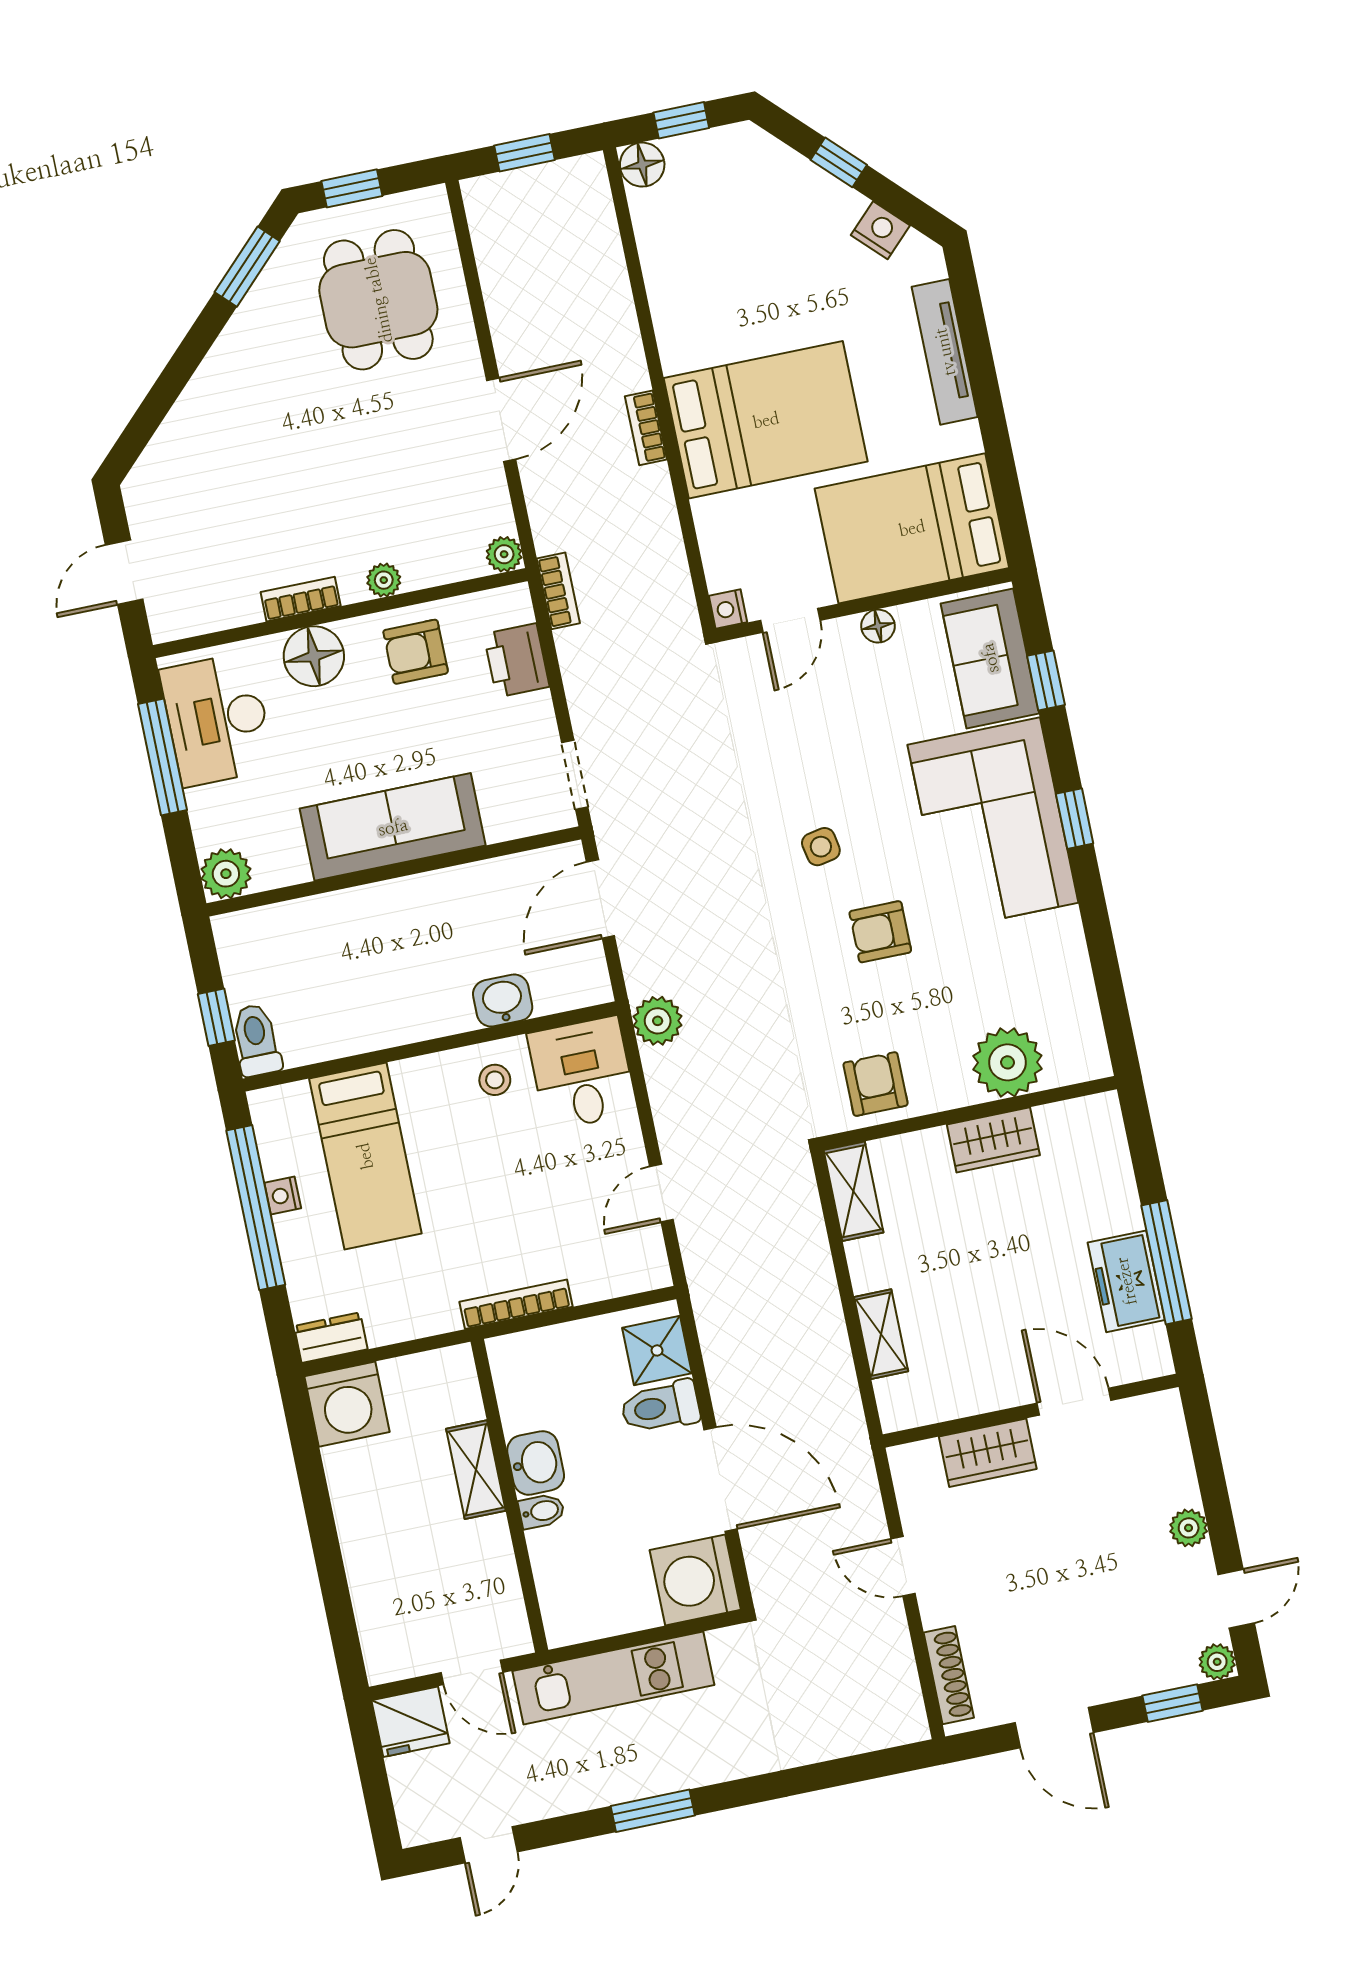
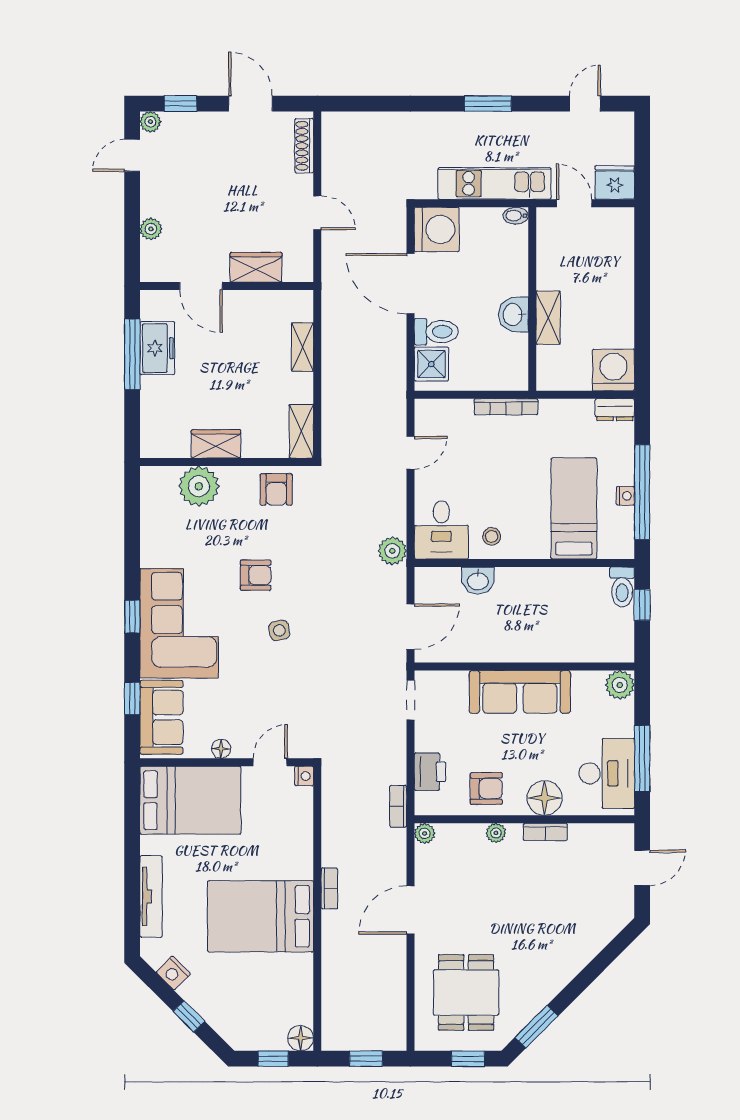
bed: (766, 420) -> (261, 916), moved
bidet: (542, 1511) -> (516, 216), moved
plant: (1189, 1528) -> (151, 229), moved

